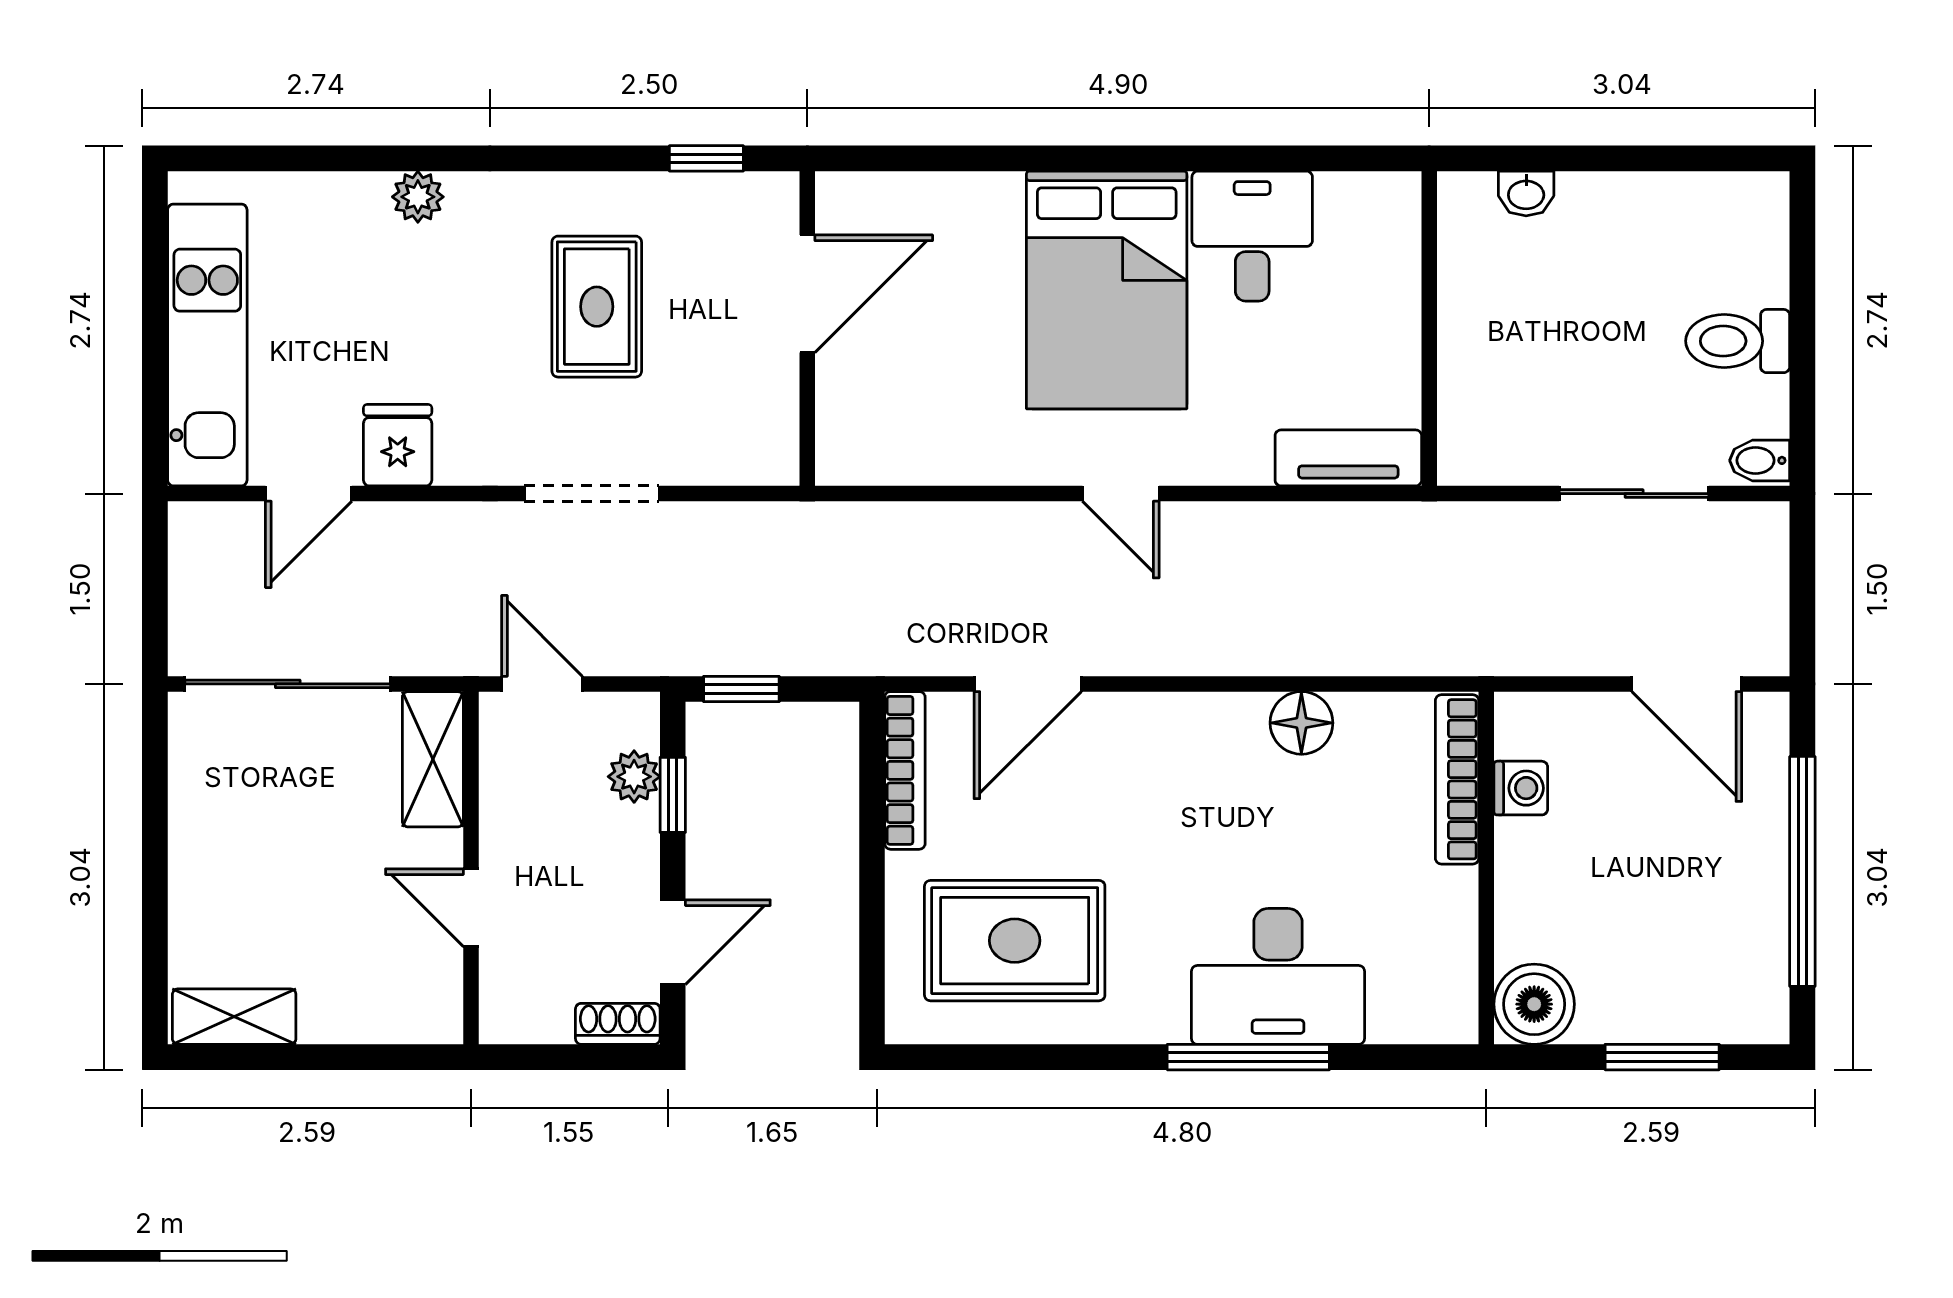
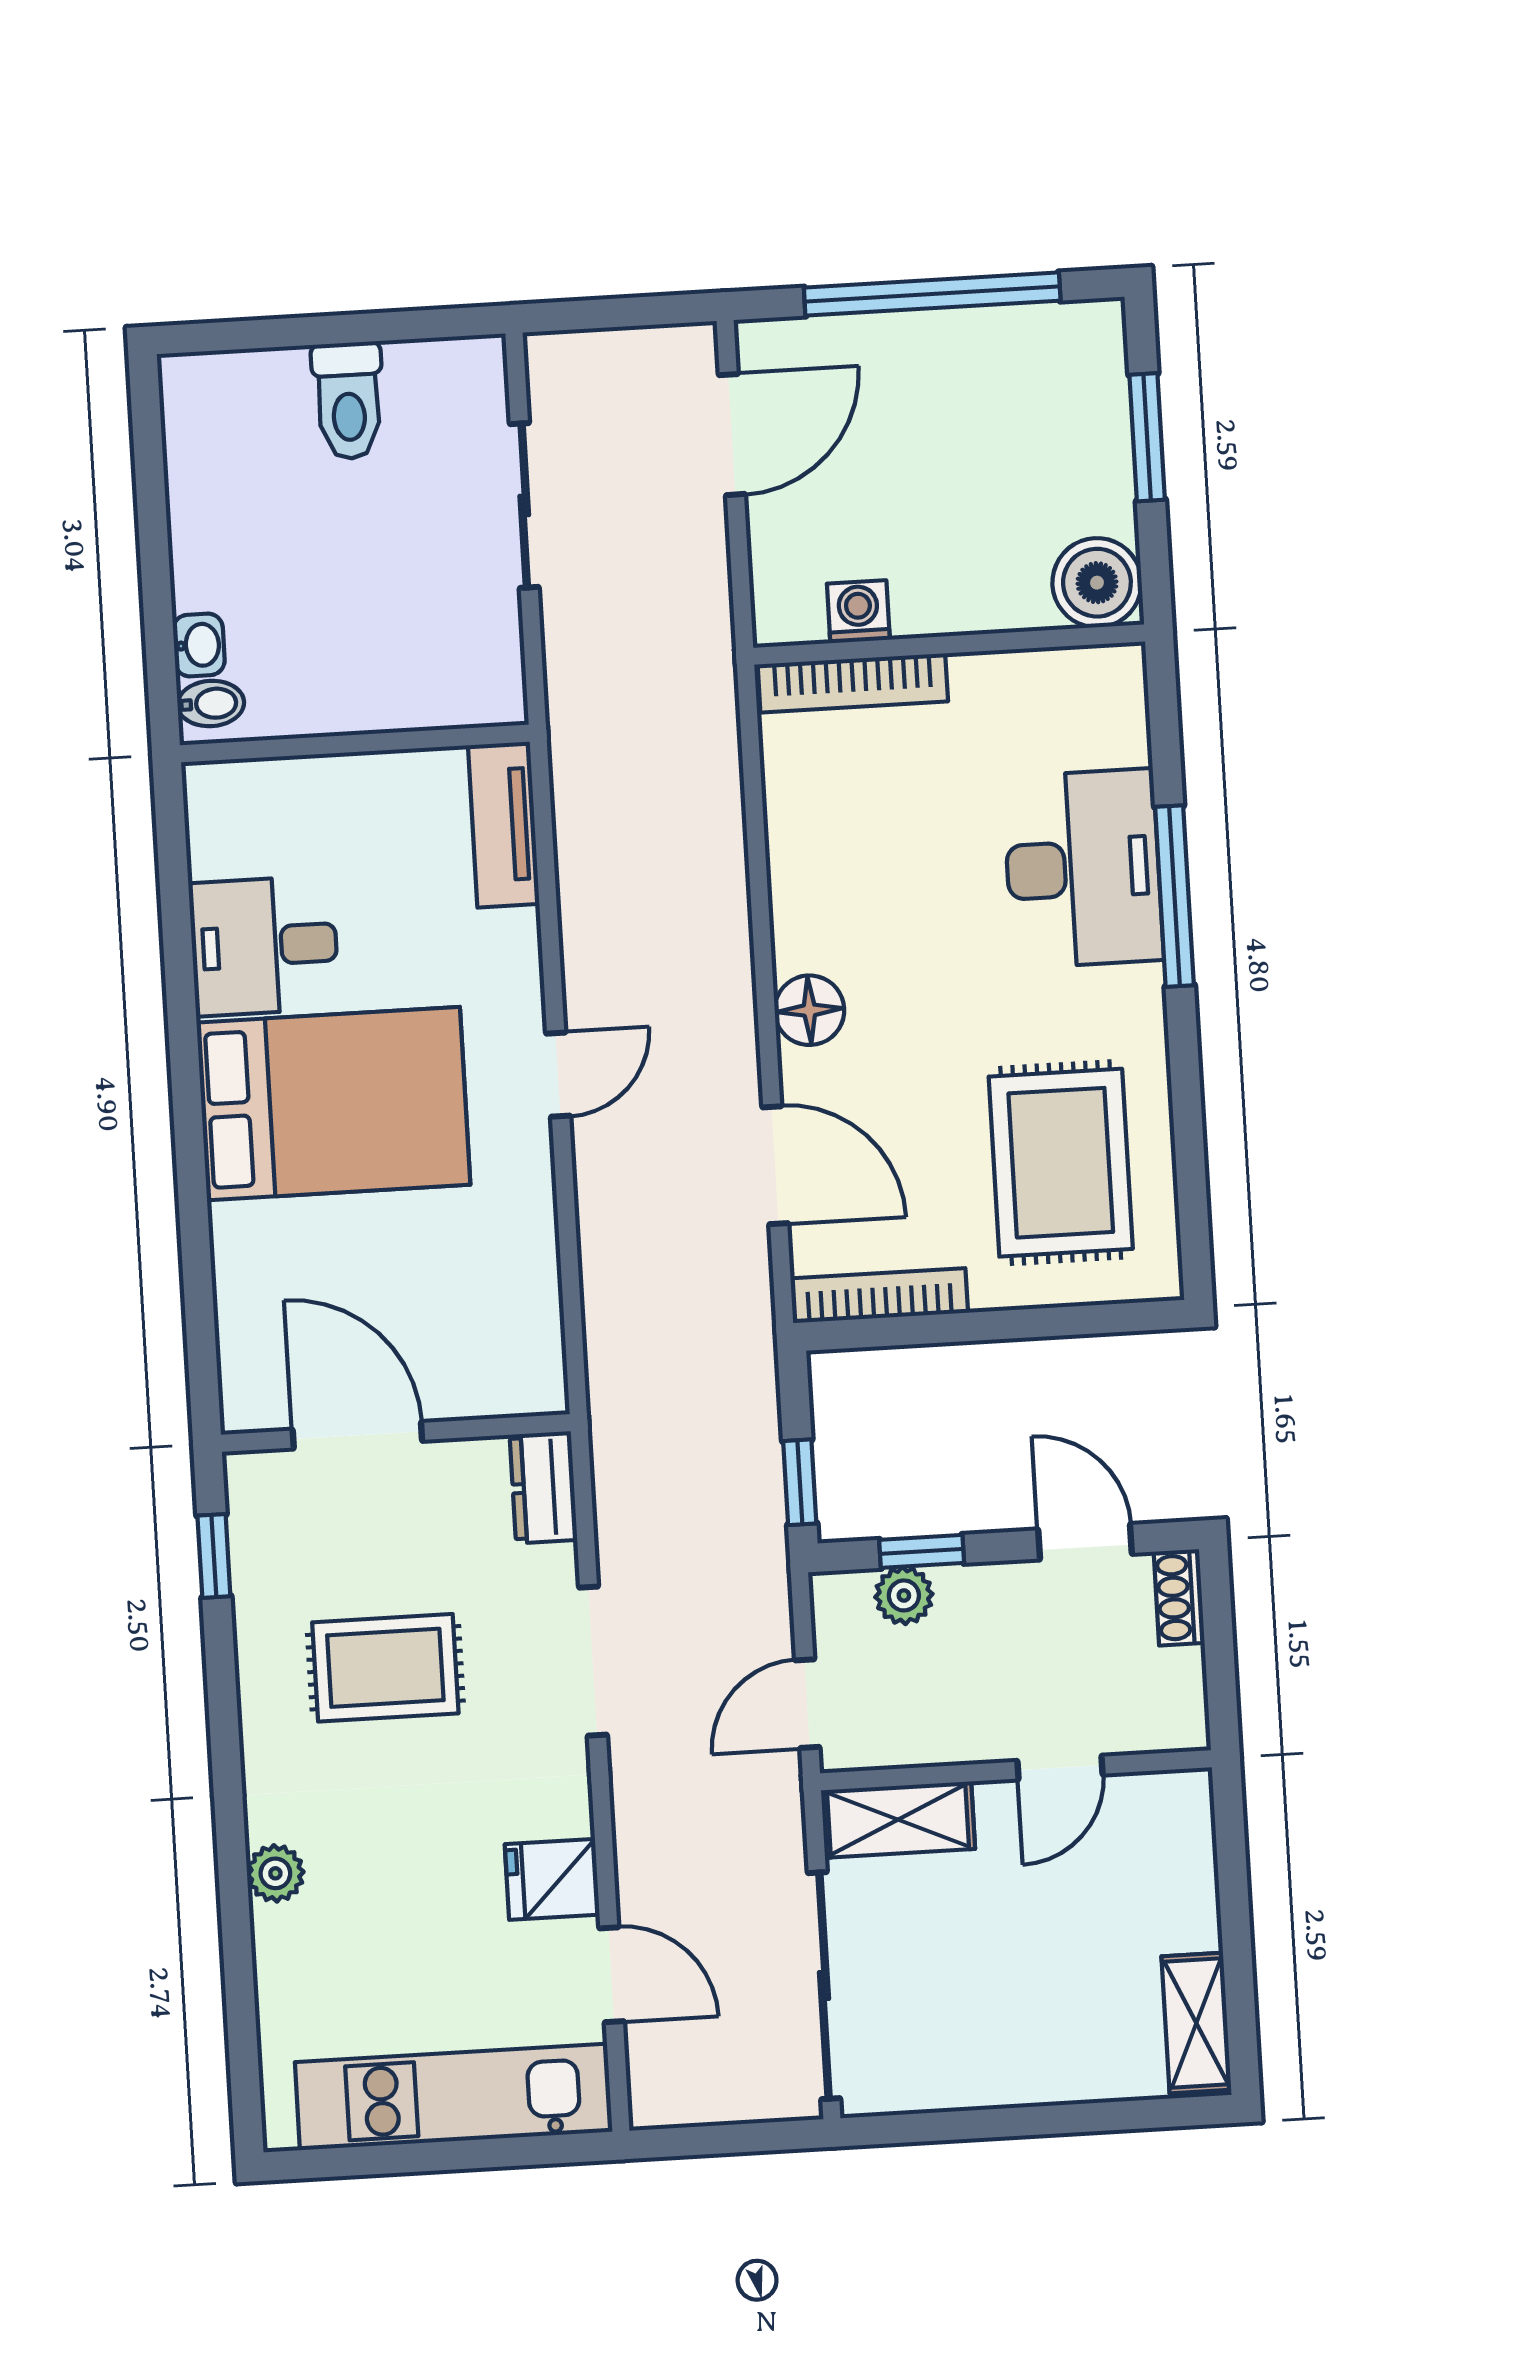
dresser: (751, 458) -> (543, 1487), added
bidet: (1760, 460) -> (211, 704), moved, turned -90
floor lamp: (1301, 723) -> (809, 1010), moved

